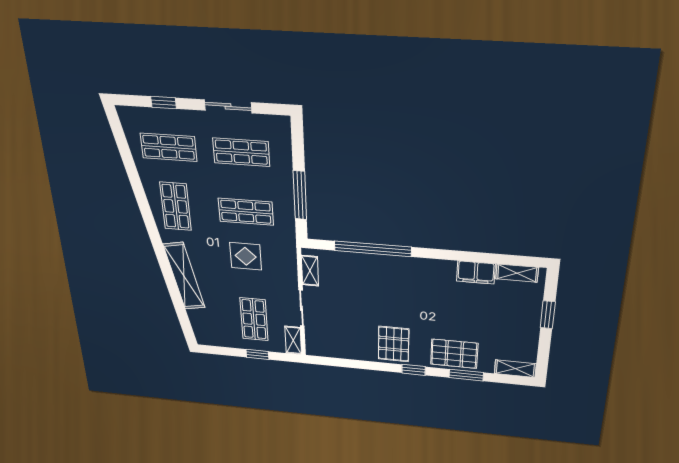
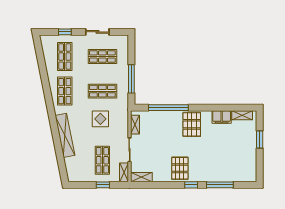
shop shelf: (169, 147) -> (65, 57), turned 90
pallet: (454, 354) -> (192, 124), moved, turned 90
shelving: (515, 369) -> (141, 177), moved
window: (466, 375) -> (220, 185), width x1.44

